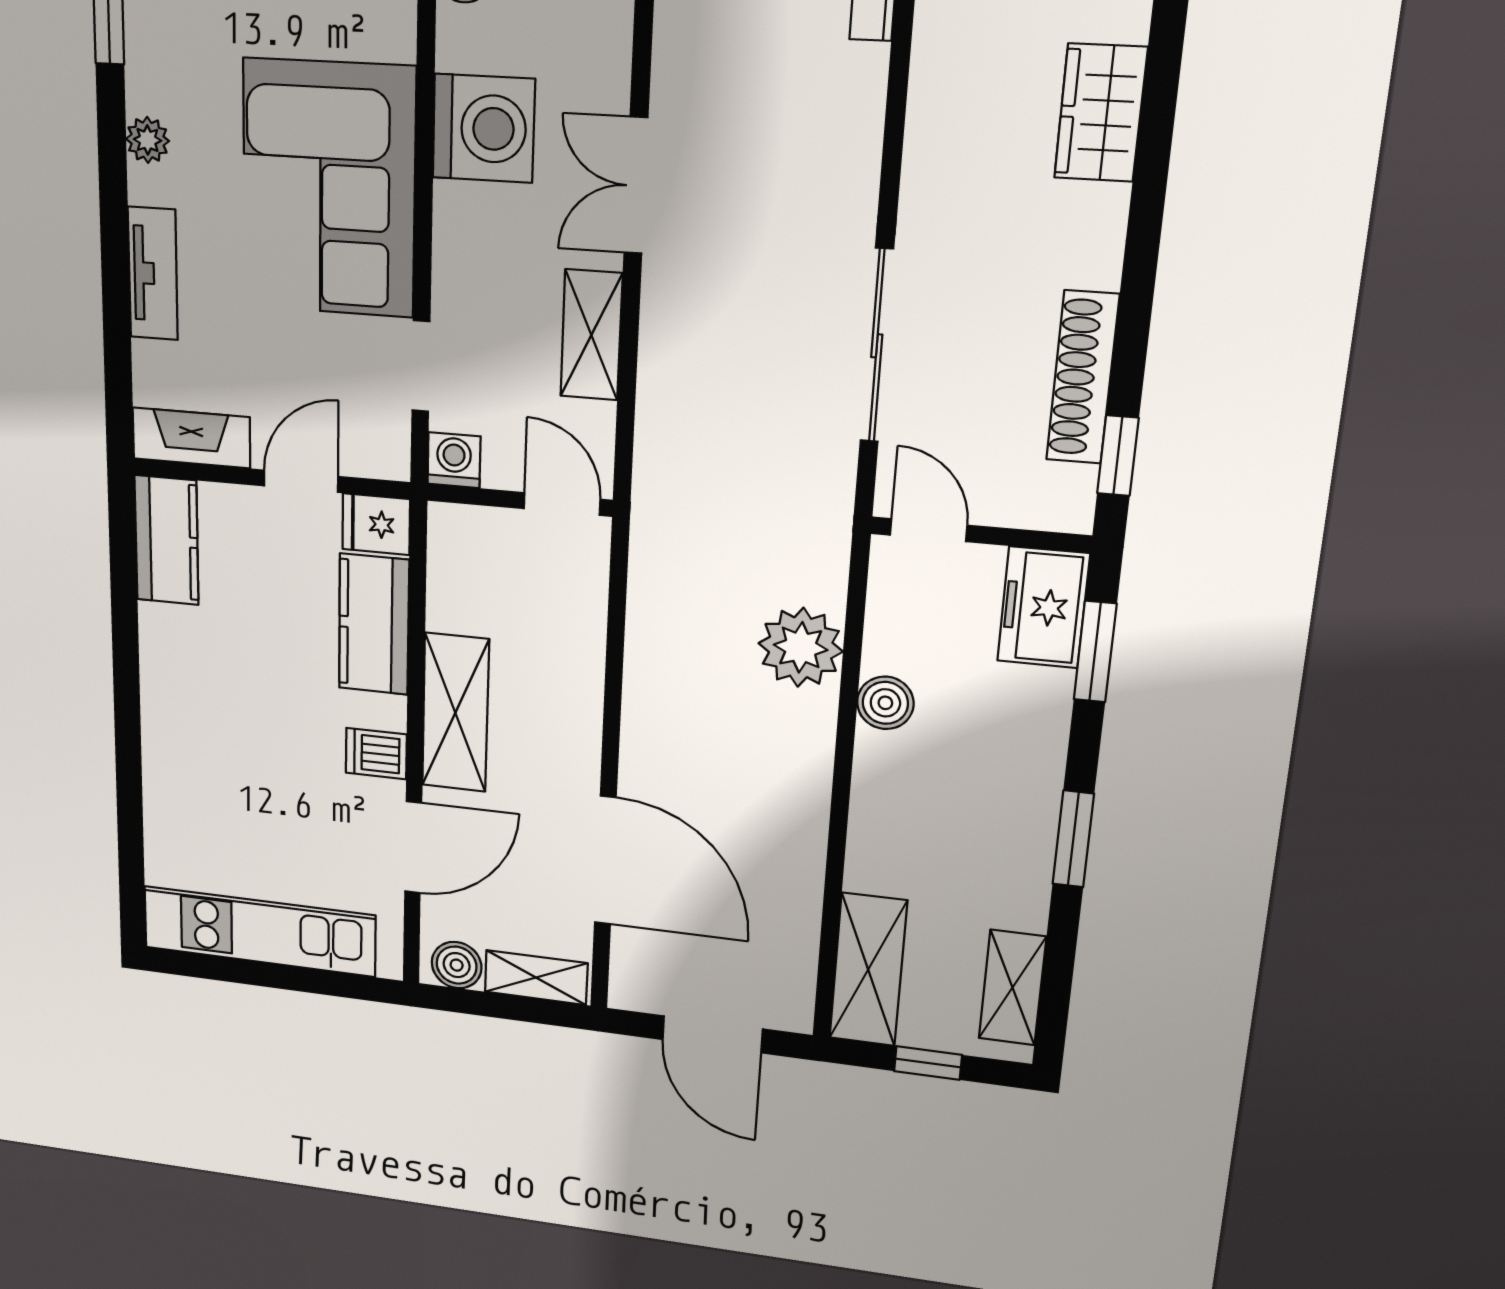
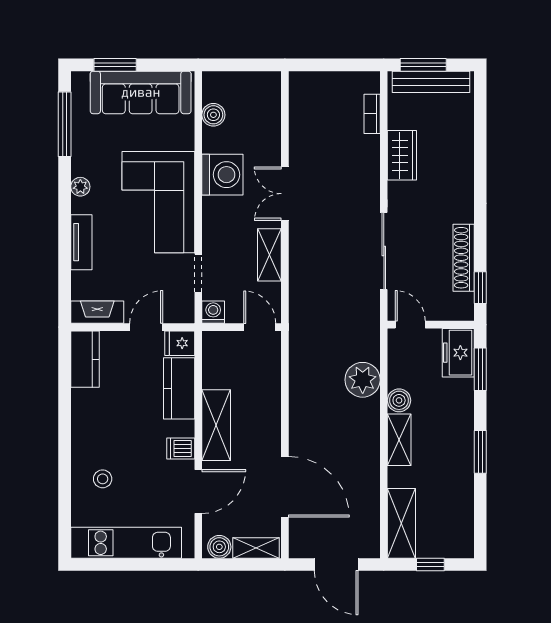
wardrobe: (1101, 113) -> (402, 155), moved, turned 180
stool: (209, 797) -> (103, 479), added
shelving: (1012, 988) -> (399, 440), moved

